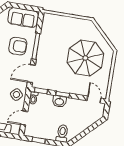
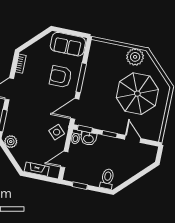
plant: (82, 26) -> (135, 57), added
armchair: (18, 46) -> (61, 77), turned 180
door: (94, 99) -> (133, 139), moved
washbasin: (59, 101) -> (89, 139), moved

